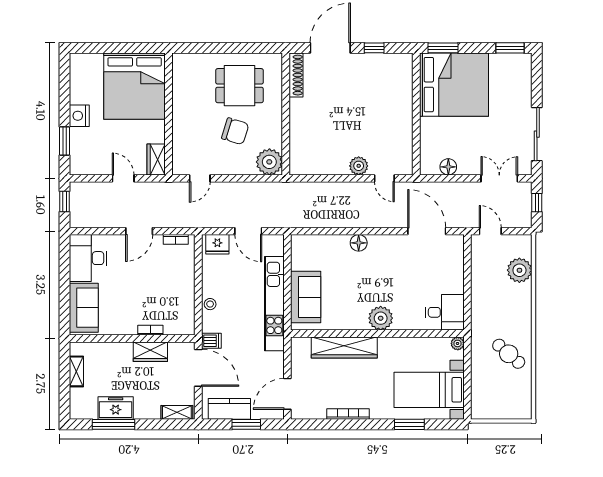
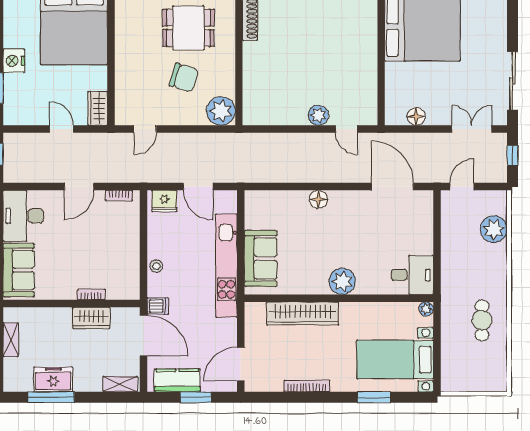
door: (490, 231) -> (462, 187), hinge flipped
cafe table: (509, 354) -> (482, 320), turned 49

